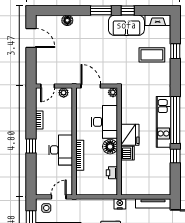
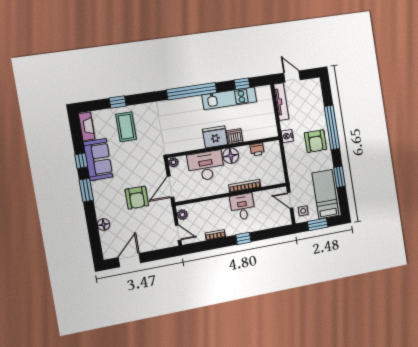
armchair: (86, 54) -> (137, 198), added
kitchen unit: (163, 122) -> (229, 98), moved
desk: (61, 150) -> (242, 207), width x0.73
window: (175, 156) -> (242, 84), moved

